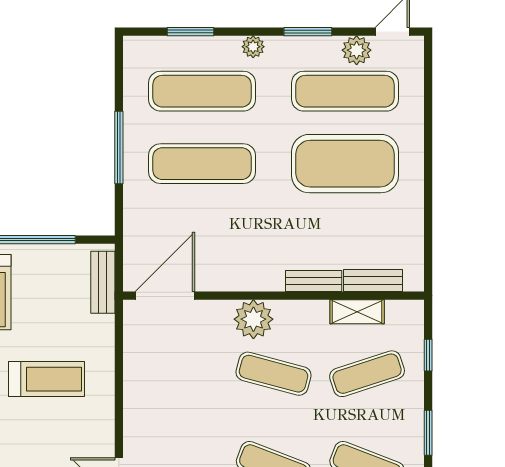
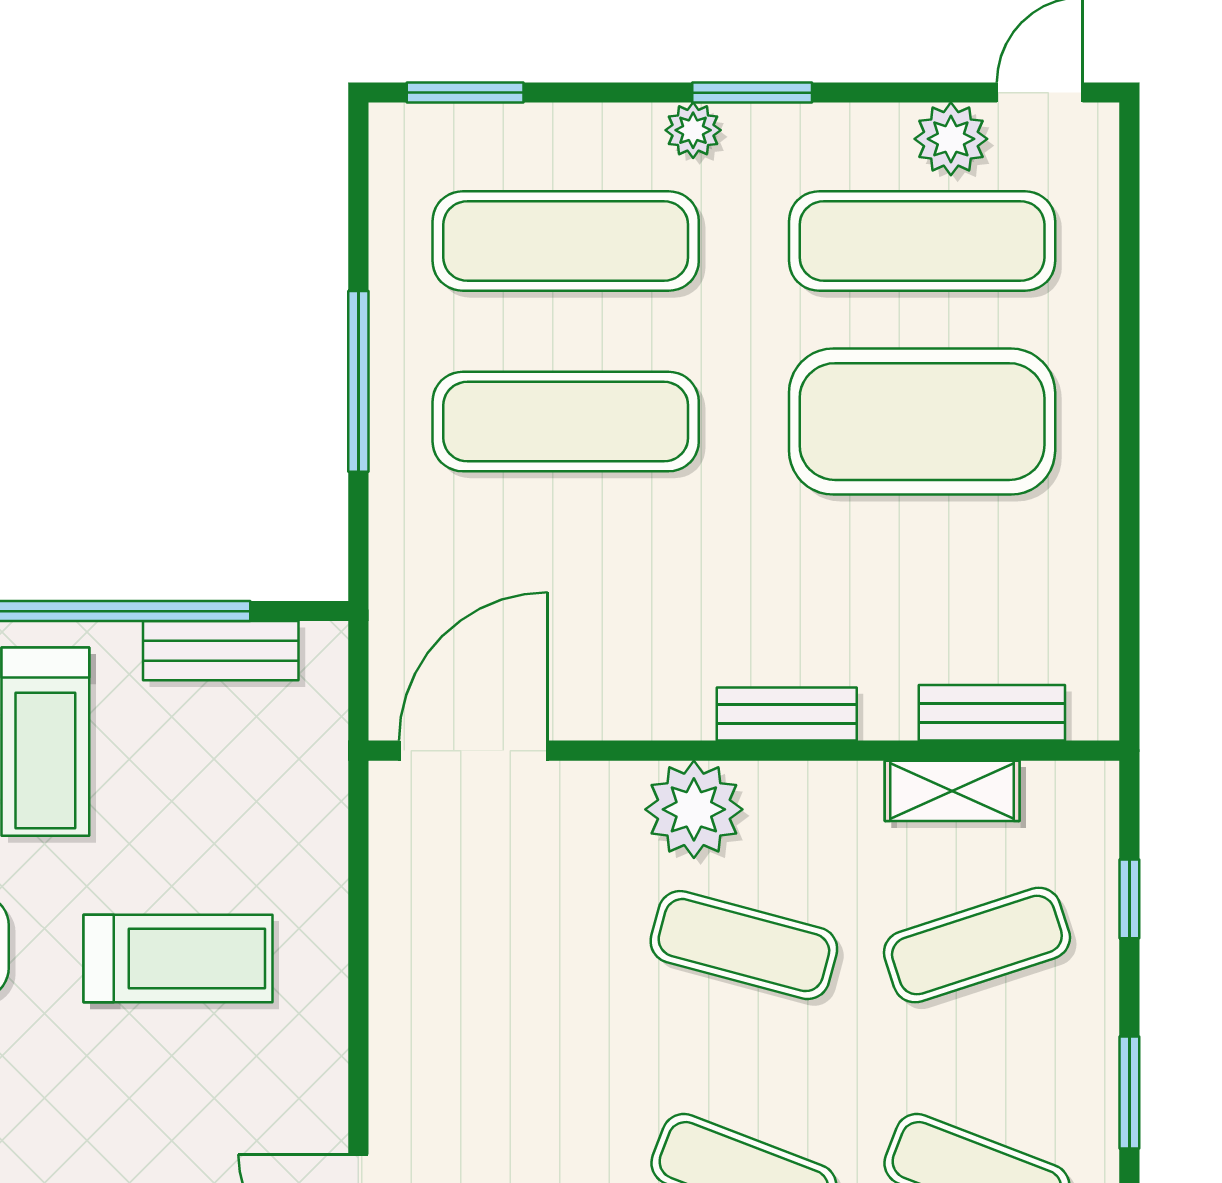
window: (191, 32) -> (465, 93), moved
window: (308, 32) -> (752, 93), moved
bench: (314, 281) -> (787, 714), moved
bench: (103, 282) -> (221, 651), moved, turned 90

